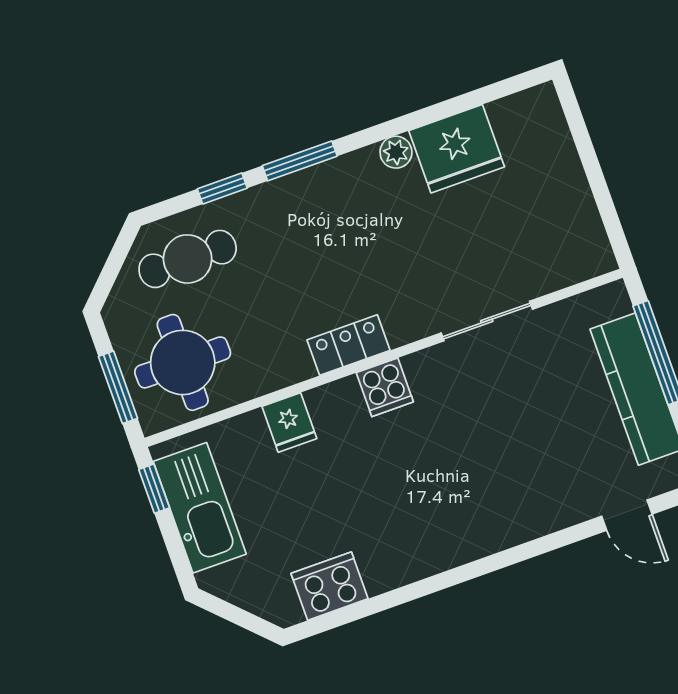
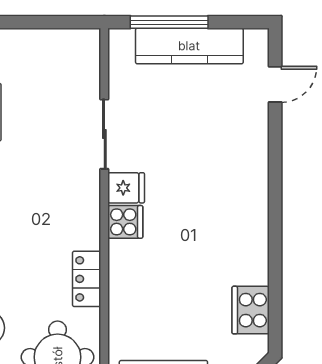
locker: (348, 345) -> (87, 279), moved
fridge: (289, 423) -> (126, 188), moved

